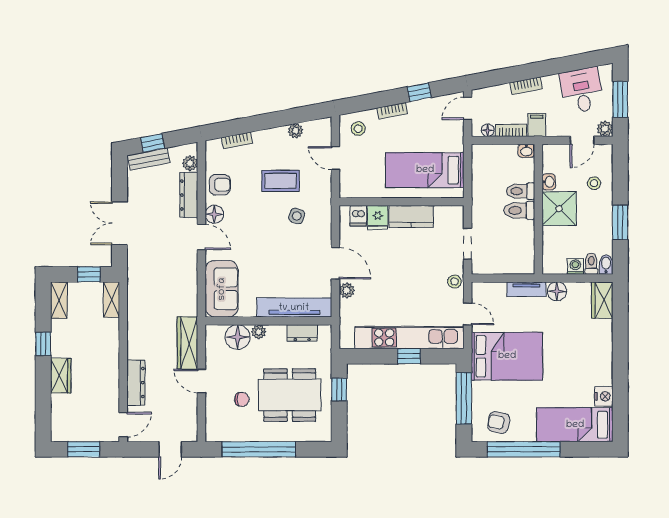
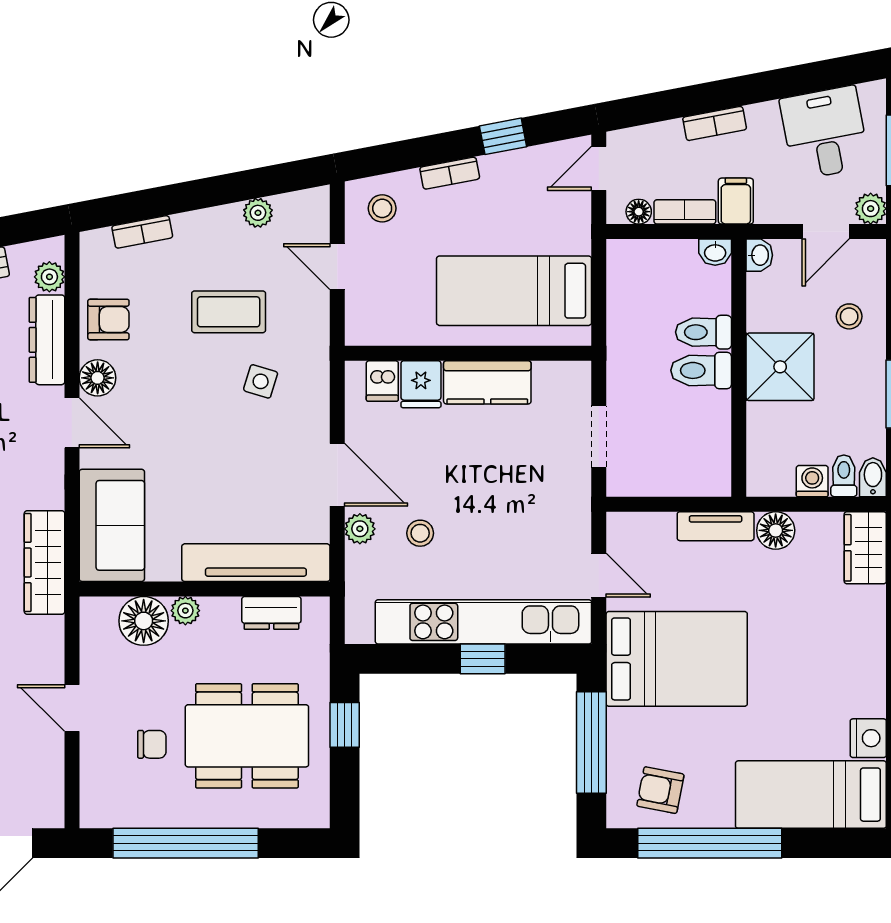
washbasin: (549, 182) -> (759, 255), moved
stool: (454, 282) -> (420, 533), moved
wardrobe: (188, 343) -> (45, 563), moved

